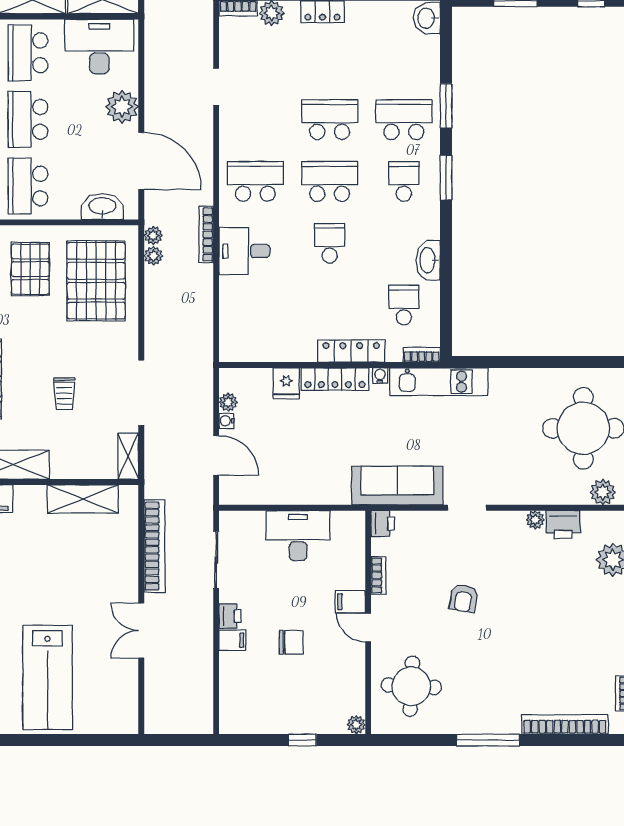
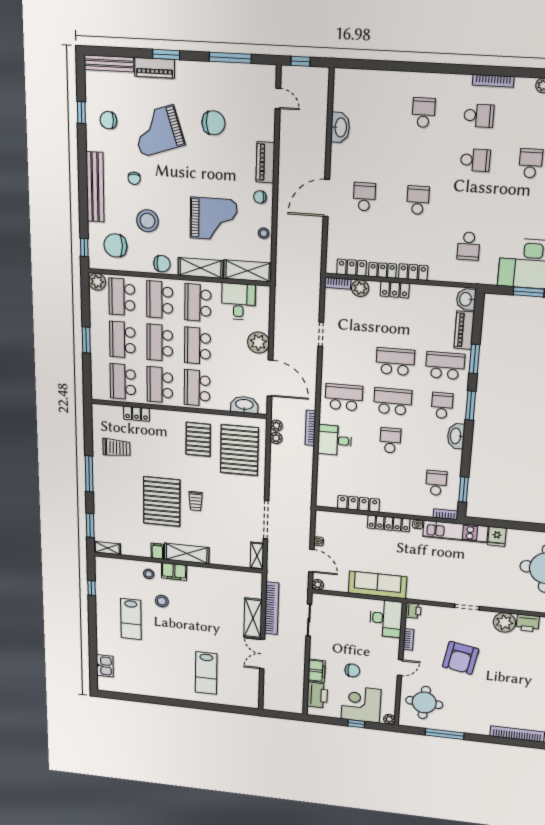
desk: (99, 47) -> (238, 301), width x0.73
piano: (428, 64) -> (464, 330), added
washbasin: (428, 260) -> (456, 436), moved
window: (446, 312) -> (464, 490), added
locker: (351, 351) -> (358, 504), moved
fridge: (286, 383) -> (497, 536), moved
trolley: (64, 394) -> (196, 501), moved
plant: (228, 402) -> (318, 585), moved
sofa: (397, 486) -> (377, 585), moved
shelving: (83, 499) -> (253, 618), moved, turned 90
plant: (535, 520) -> (504, 622), width x1.88, depth x1.88
desk: (298, 536) -> (386, 618), moved, turned 90
armchair: (464, 598) -> (461, 658), width x1.88, depth x1.88
filing cabinet: (350, 602) -> (390, 652), removed
printer: (230, 616) -> (317, 695), moved, width x1.87, depth x1.48
door: (368, 628) -> (400, 668), swing flipped
filing cabinet: (232, 640) -> (317, 671), width x2.00
lab bench: (48, 677) -> (206, 673), width x0.73, depth x0.72
corner desk: (309, 703) -> (361, 704), added
window: (488, 740) -> (445, 734), moved

